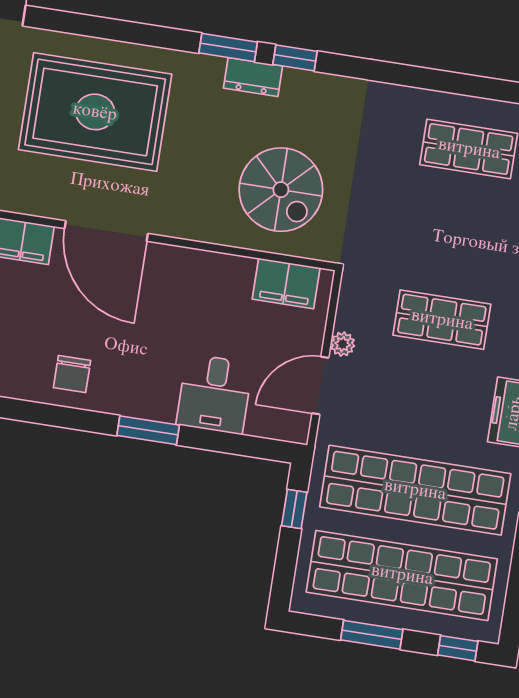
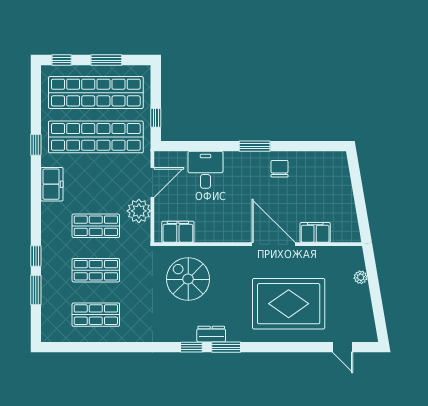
shop shelf: (455, 234) -> (96, 270), added
plant: (343, 344) -> (139, 211), width x1.87, depth x1.87
window: (148, 430) -> (255, 146), moved

